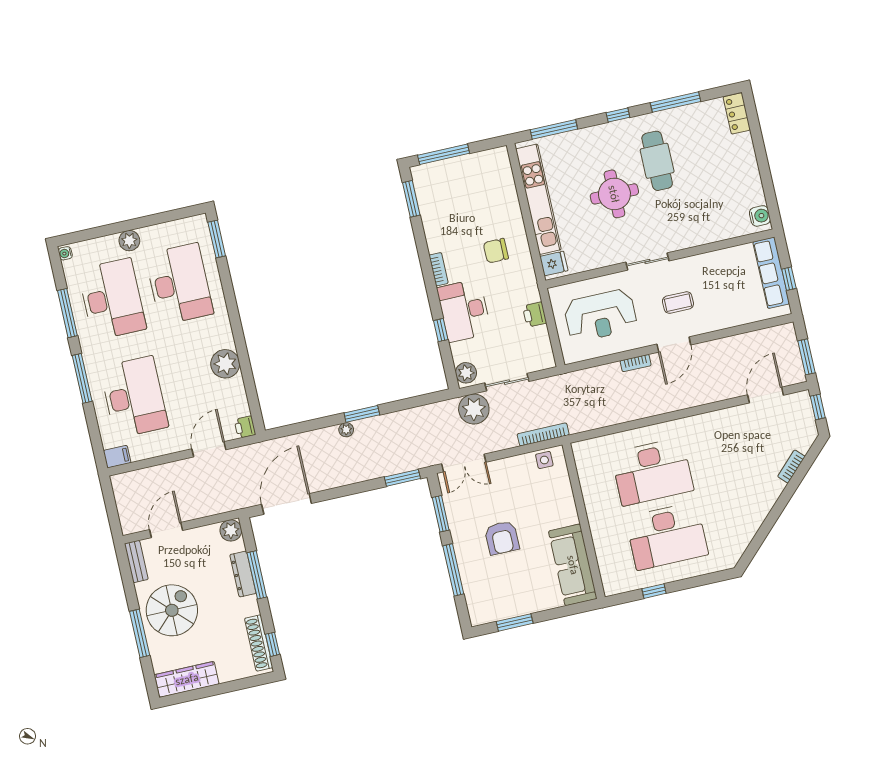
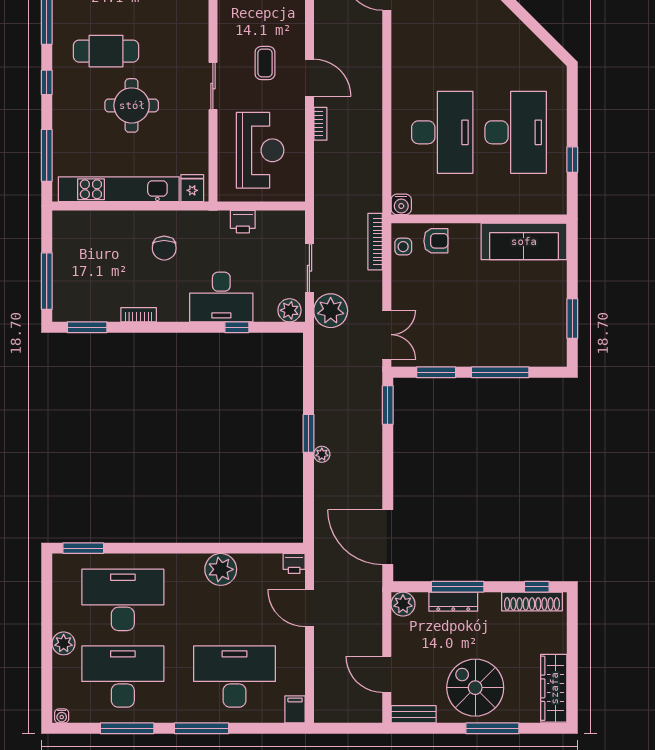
bookcase: (439, 269) -> (139, 315), moved
water cooler: (581, 450) -> (401, 204), added
armchair: (502, 538) -> (436, 241), moved, width x0.72, depth x0.72

